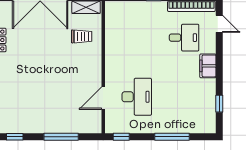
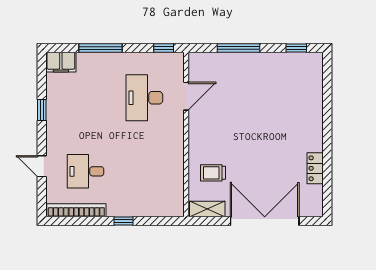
door: (219, 24) -> (42, 166), moved
filing cabinet: (208, 66) -> (61, 62), moved, turned 90
window: (219, 104) -> (42, 110), moved

